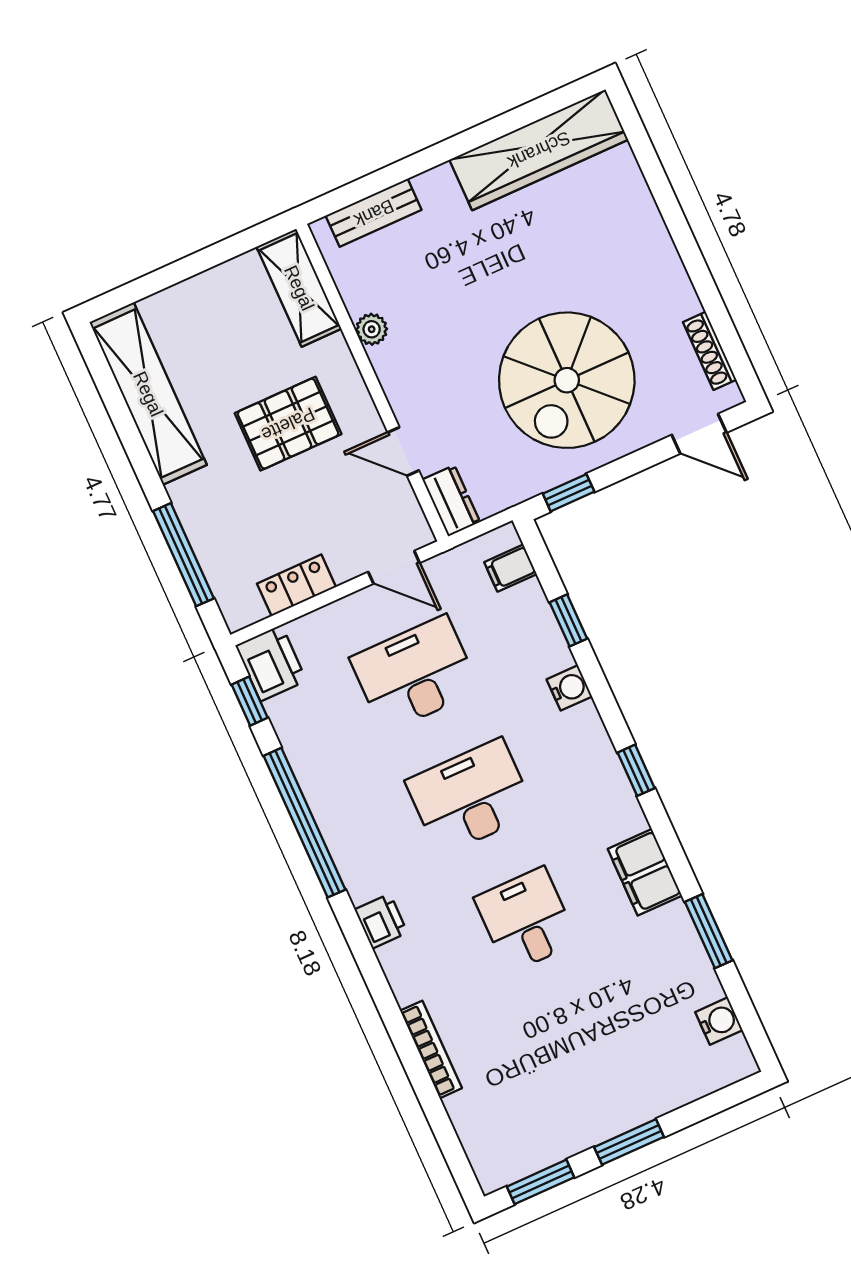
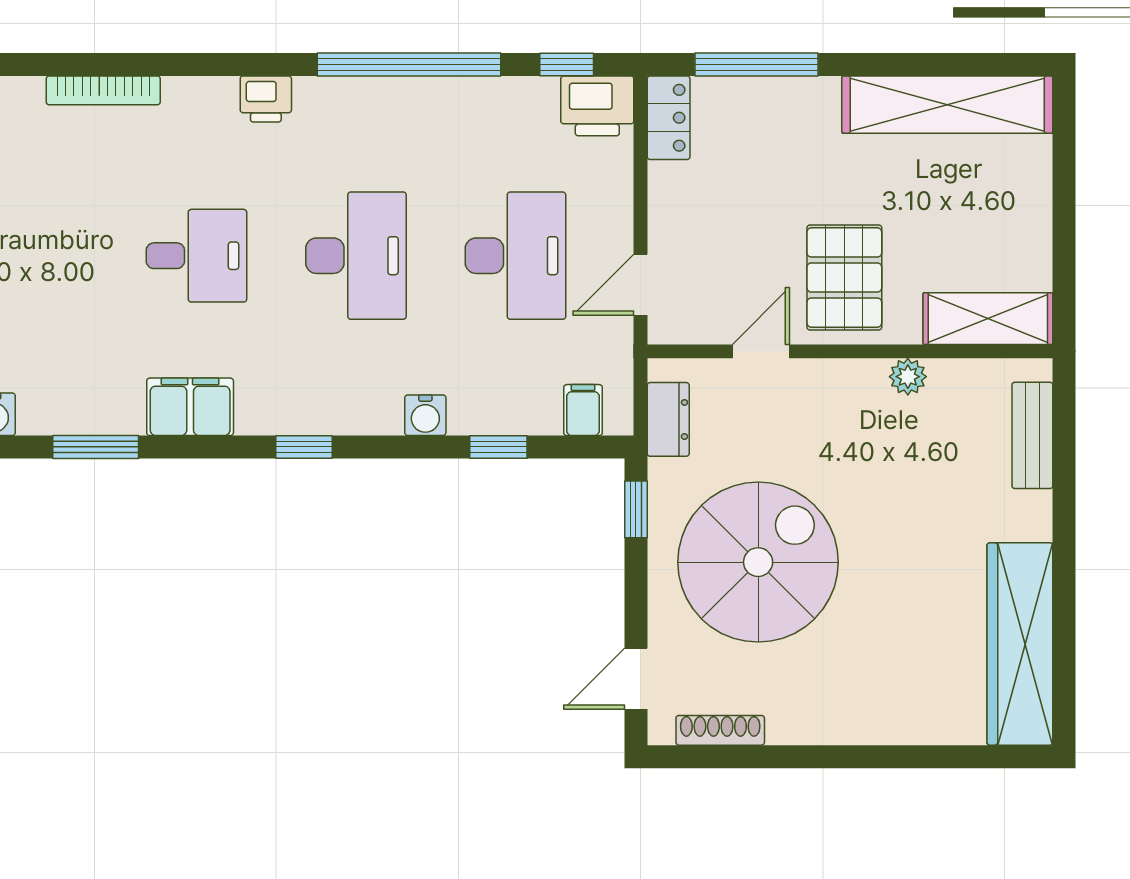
spiral stairs: (567, 380) -> (758, 562), turned 90
pallet: (288, 424) -> (844, 278), moved
dresser: (451, 501) -> (668, 419), moved, turned -90
locker: (297, 585) -> (669, 118), moved

